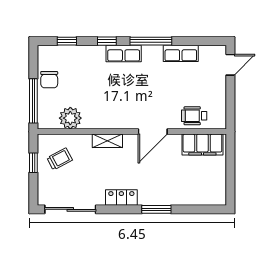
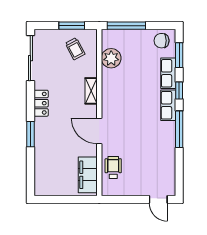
window: (67, 41) -> (179, 55), width x1.50
row of seats: (181, 53) -> (168, 73), moved
chair: (49, 80) -> (162, 41), moved
window: (33, 163) -> (72, 26), width x1.50

